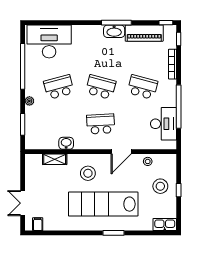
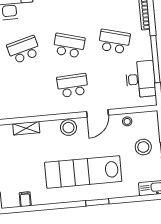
washbasin: (66, 143) -> (37, 110), removed
stool: (88, 173) -> (68, 128), moved
filing cabinet: (38, 224) -> (25, 199), moved

